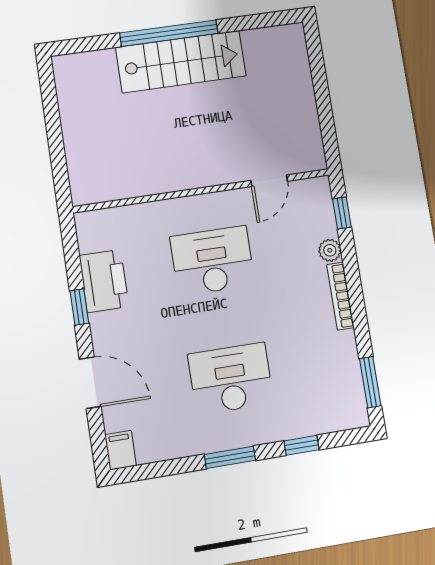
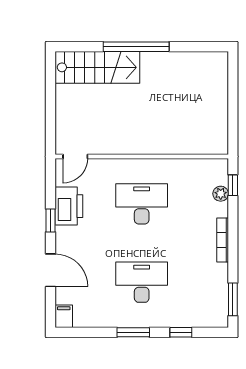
stairs: (181, 62) -> (97, 67), moved
door: (269, 181) -> (75, 156), moved
plant: (330, 250) -> (221, 194), moved

